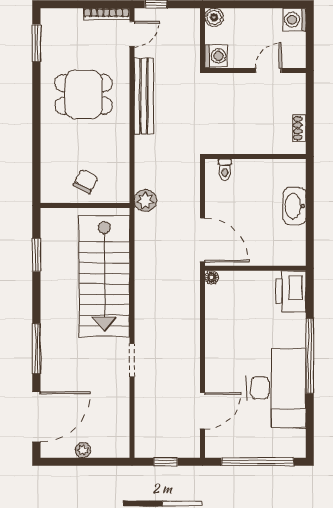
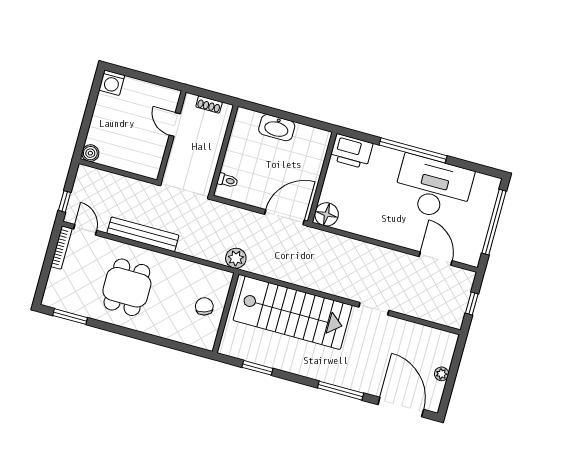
washing machine: (216, 56) -> (125, 161), removed
wall: (255, 70) -> (172, 136), moved
door: (268, 70) -> (175, 124), moved
chair: (86, 181) -> (204, 306), turned 44
floor lamp: (212, 277) -> (327, 214), width x1.89, depth x1.89

